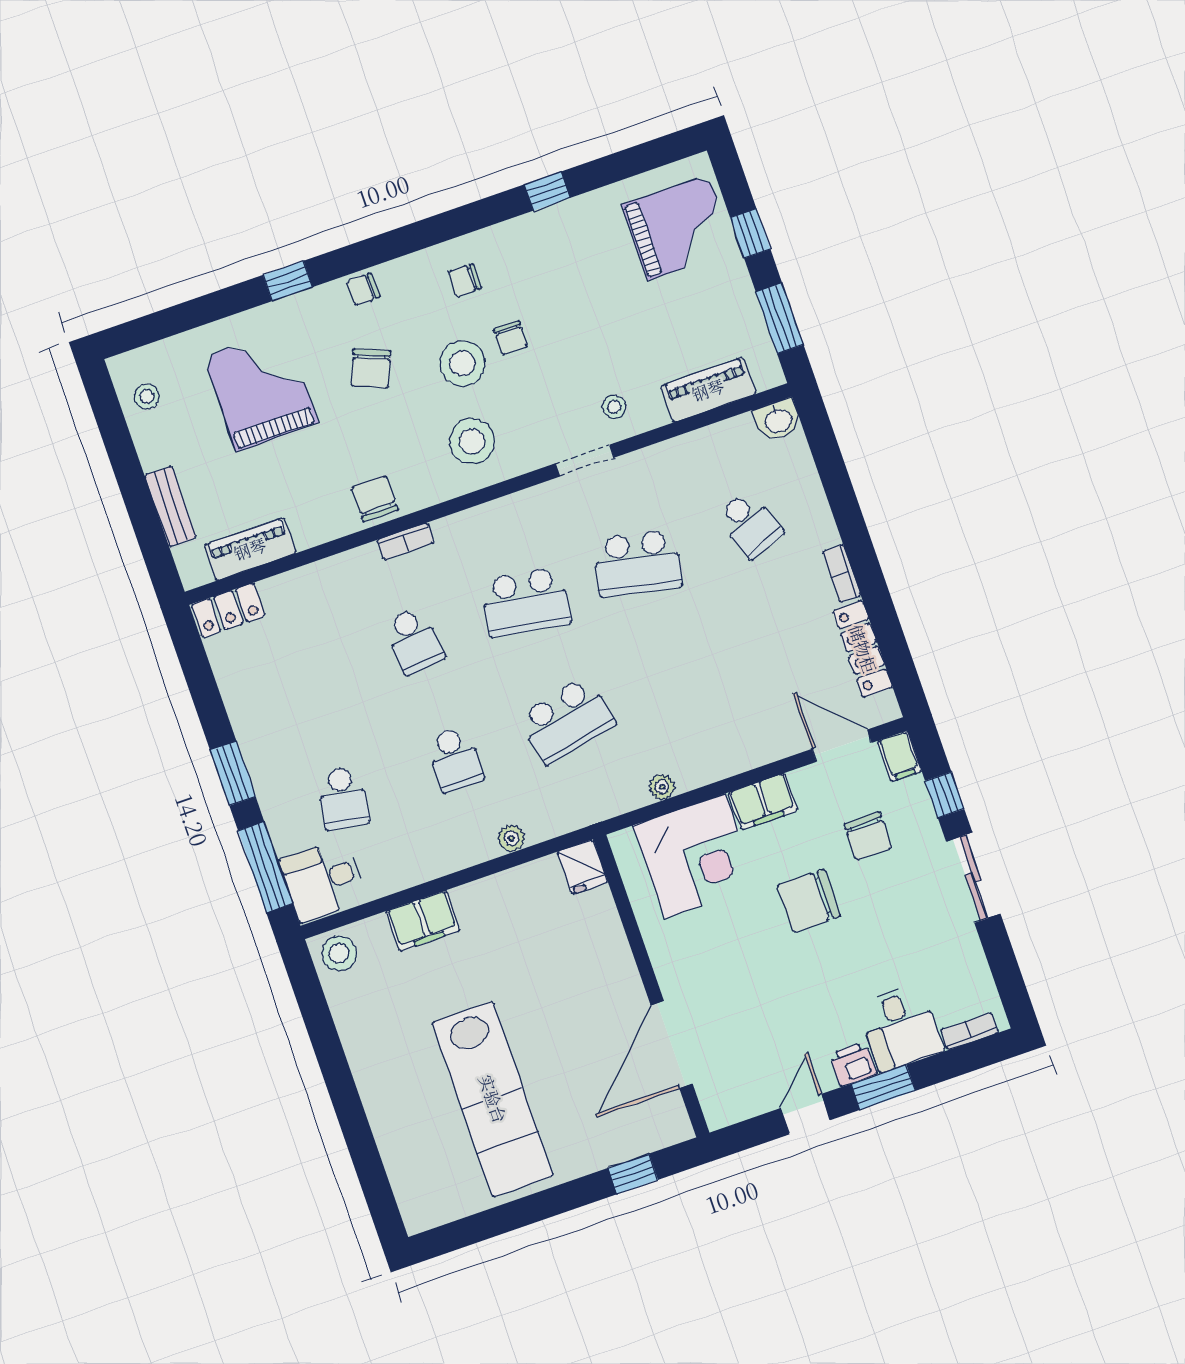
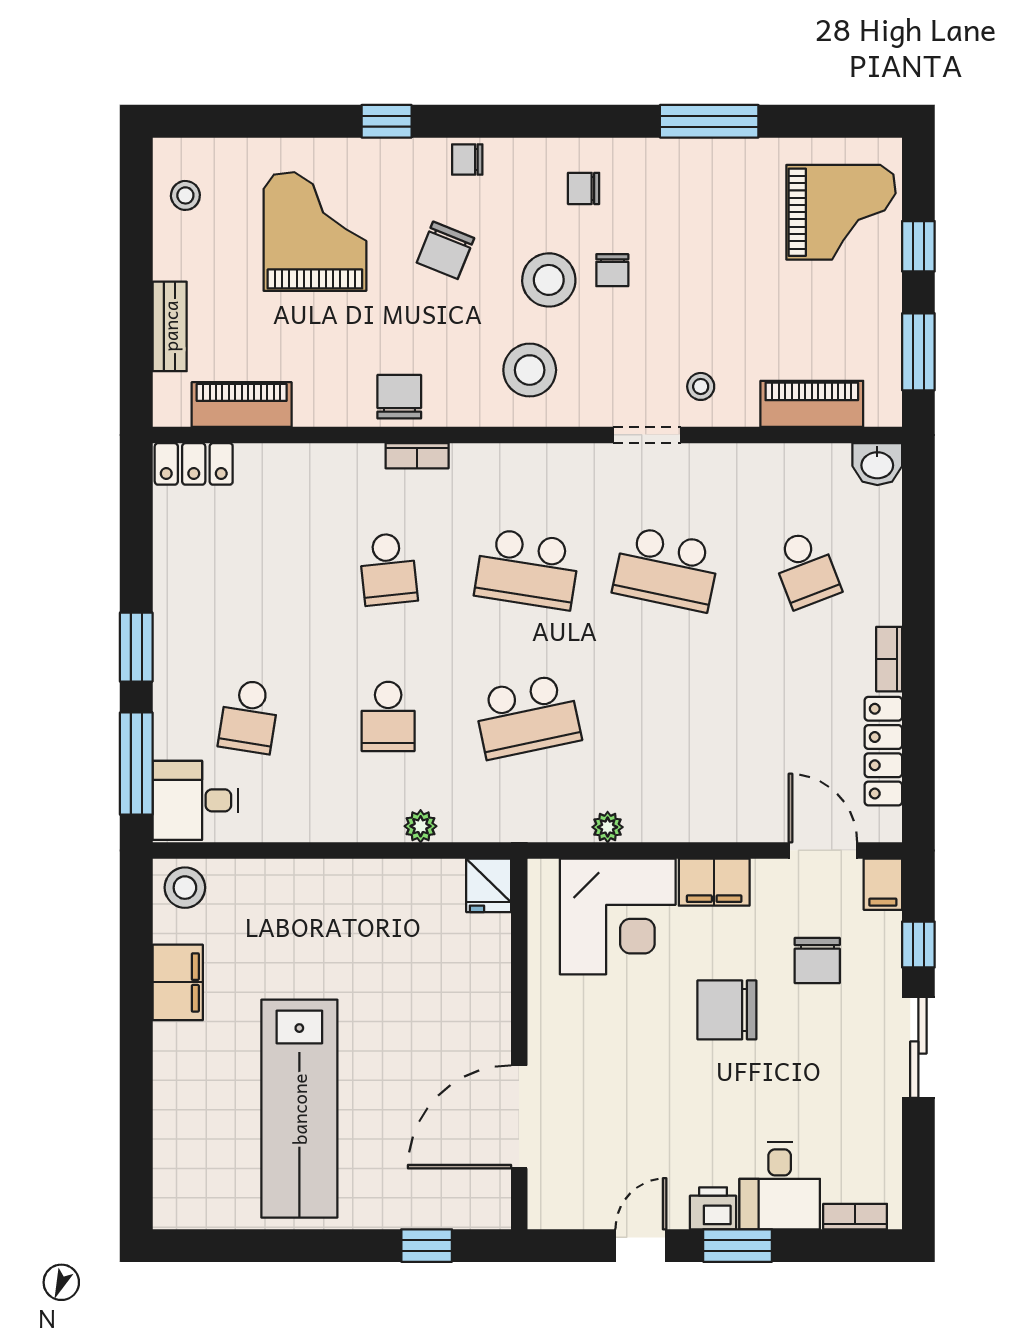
window: (547, 191) -> (709, 121), width x2.17
filing cabinet: (423, 921) -> (178, 982), moved, turned -90

